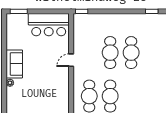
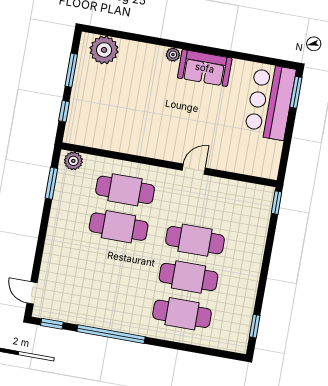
bar counter: (49, 25) -> (270, 102), moved
cafe table: (152, 53) -> (182, 314), added
door: (71, 60) -> (194, 169), hinge flipped

